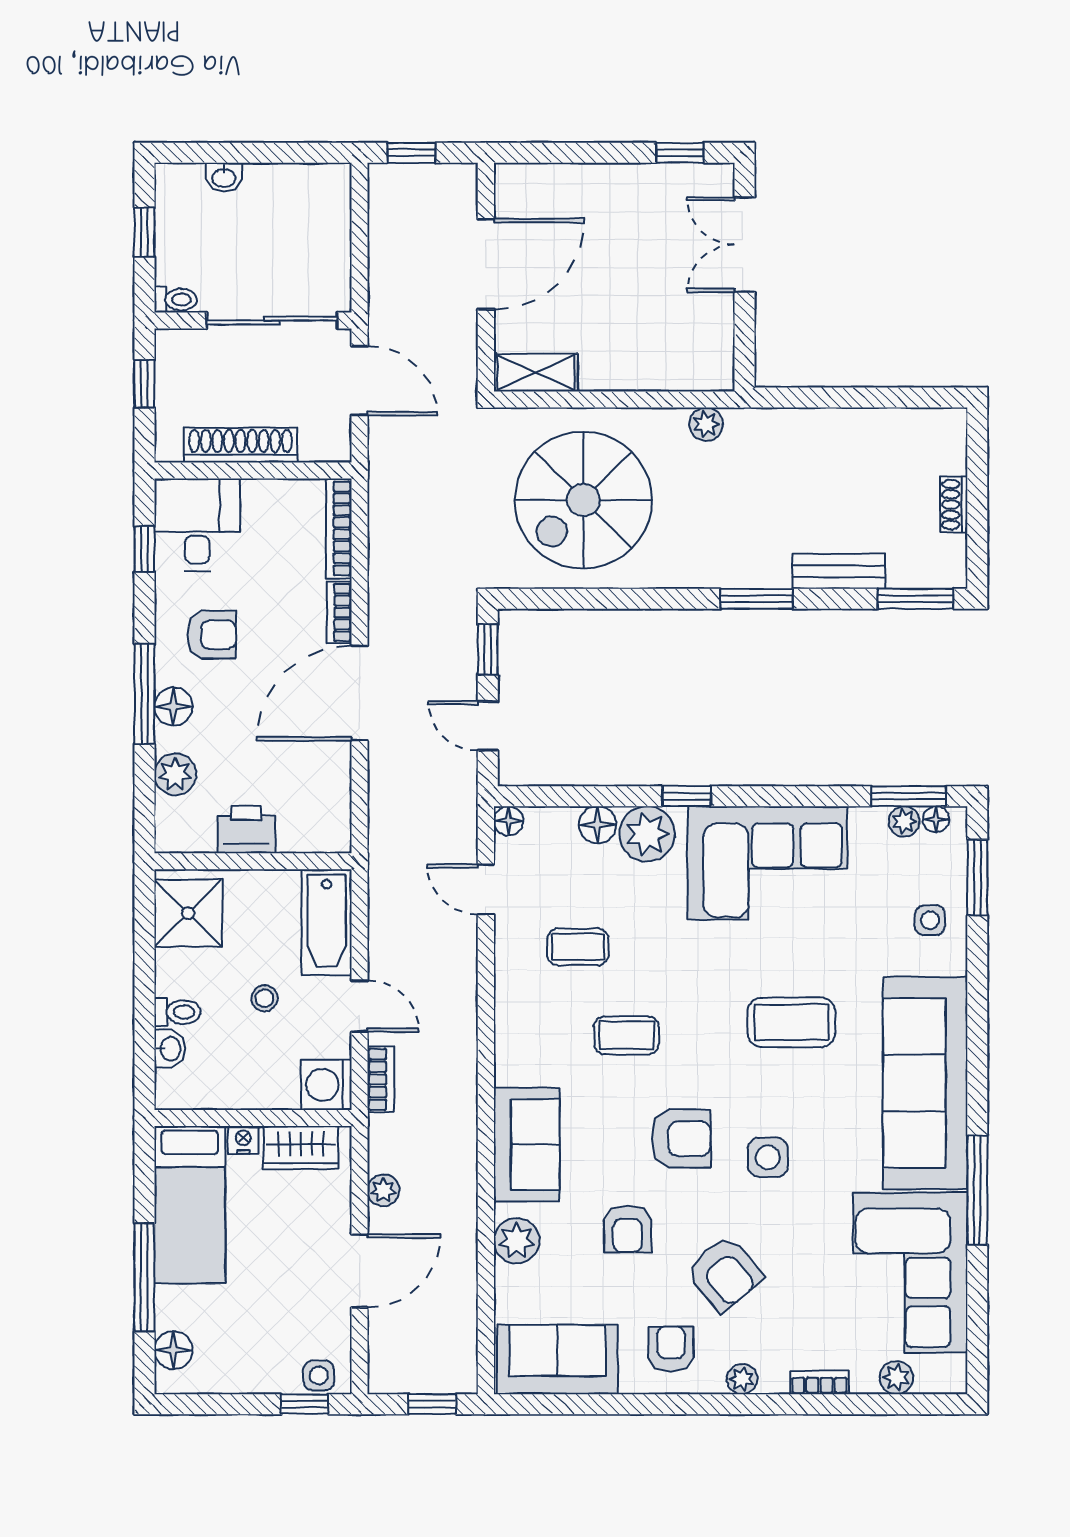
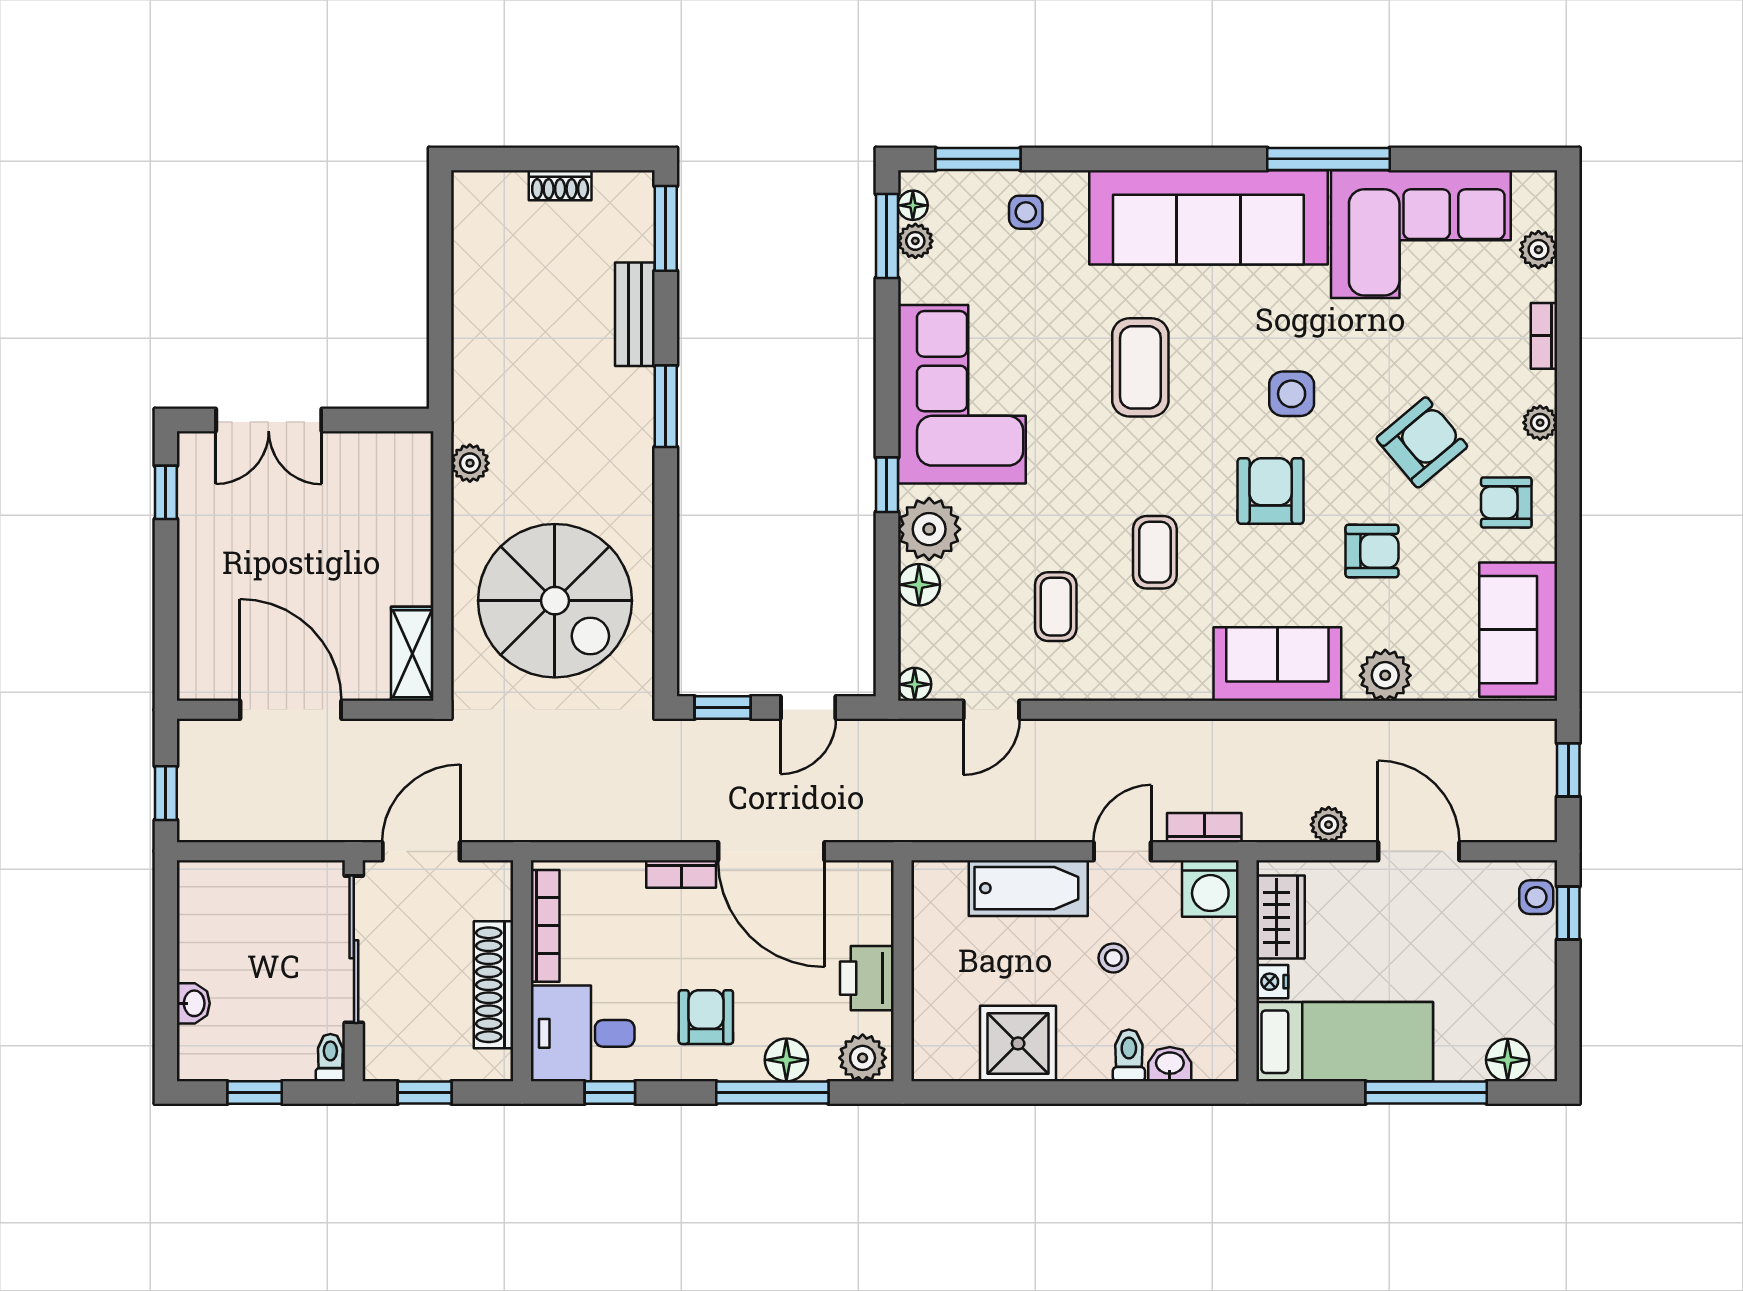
bookcase: (339, 528) -> (545, 926), moved, turned -90
printer: (246, 830) -> (867, 978), moved
wall: (253, 861) -> (902, 971), moved

